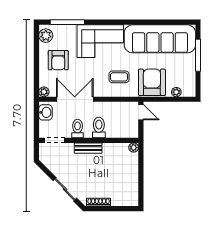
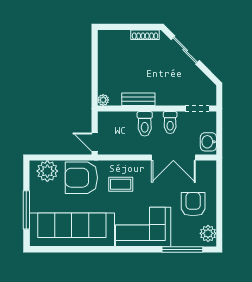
armchair: (152, 82) -> (81, 178), turned 90
plant: (44, 92) -> (210, 166), removed
plant: (176, 92) -> (47, 171), width x1.88, depth x1.88
bench: (88, 148) -> (138, 99), moved

